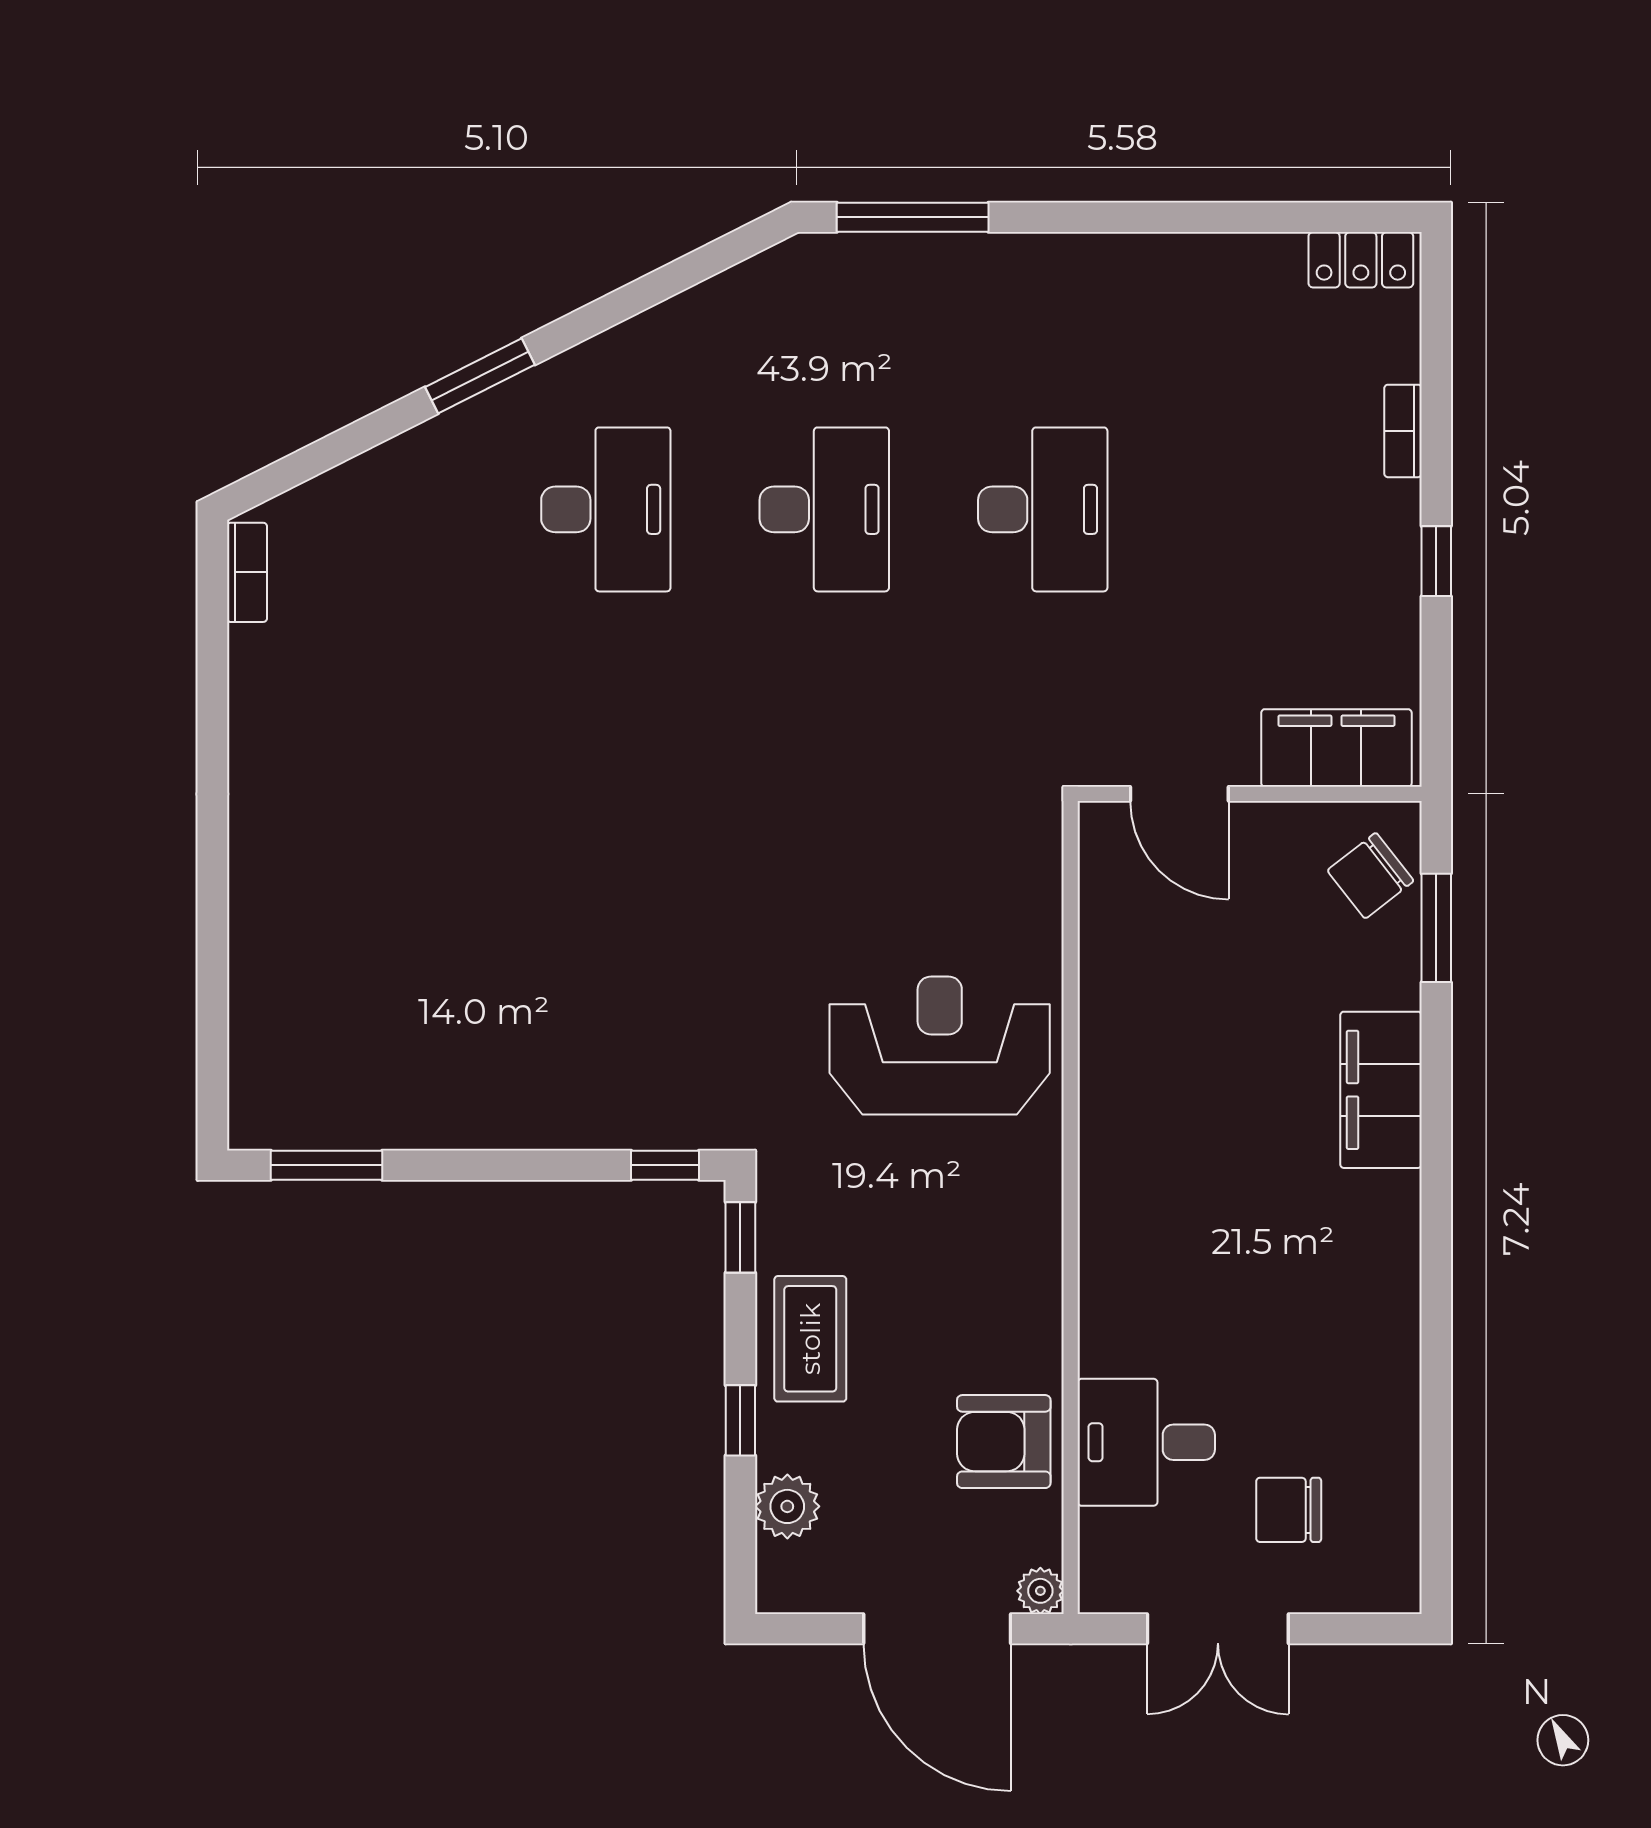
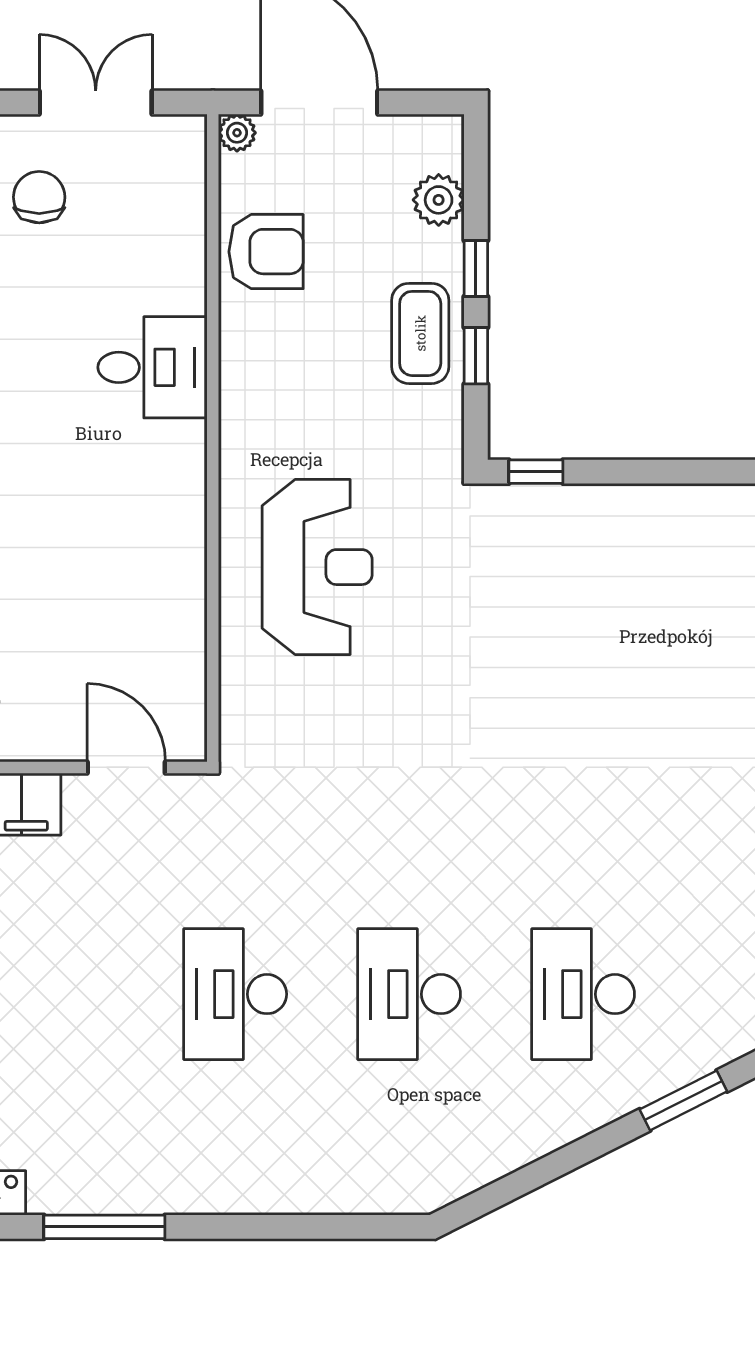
window: (913, 217) -> (104, 1227), moved
reception desk: (940, 1046) -> (317, 567), turned -90
window: (740, 1237) -> (476, 356), moved
desk: (1146, 1442) -> (153, 367), moved
chair: (1289, 1510) -> (39, 197), turned -90

